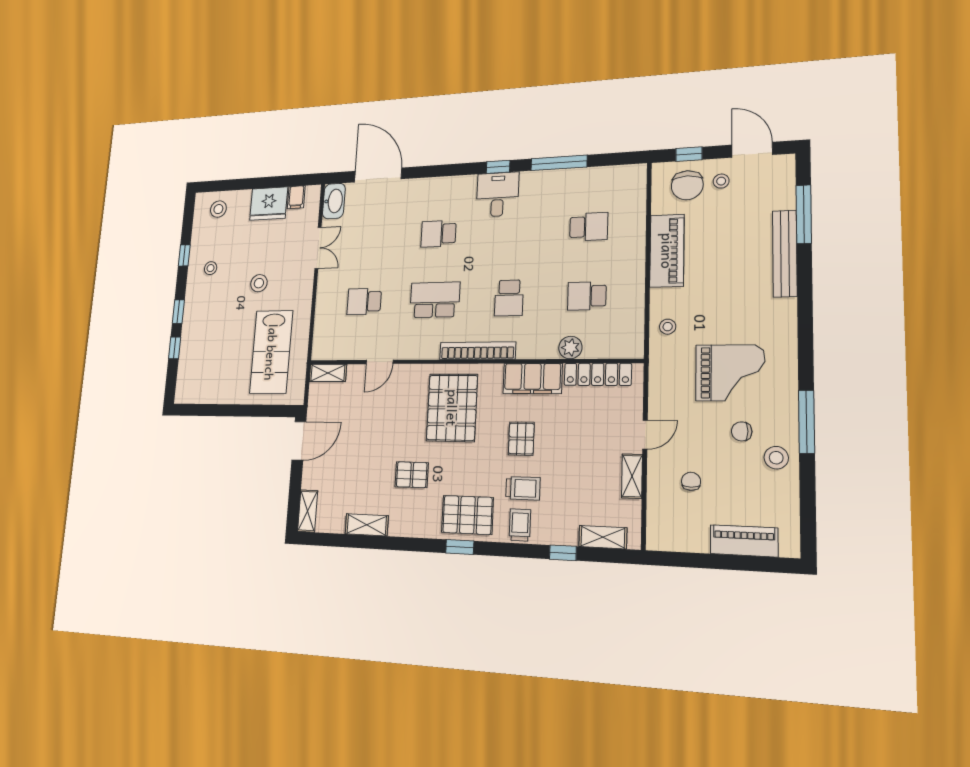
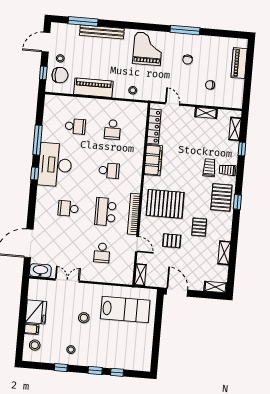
desk: (498, 194) -> (55, 165), width x1.87, depth x1.30
filing cabinet: (296, 197) -> (32, 329), moved
school desk: (589, 227) -> (75, 126), turned 90
school desk: (439, 234) -> (68, 208), turned 90
plant: (570, 348) -> (139, 140), removed
bookcase: (477, 351) -> (134, 214), moved
grand piano: (730, 373) -> (148, 49), moved
door: (645, 435) -> (172, 104), moved
pallet: (521, 439) -> (172, 241), moved
stool: (776, 458) -> (201, 45), removed

